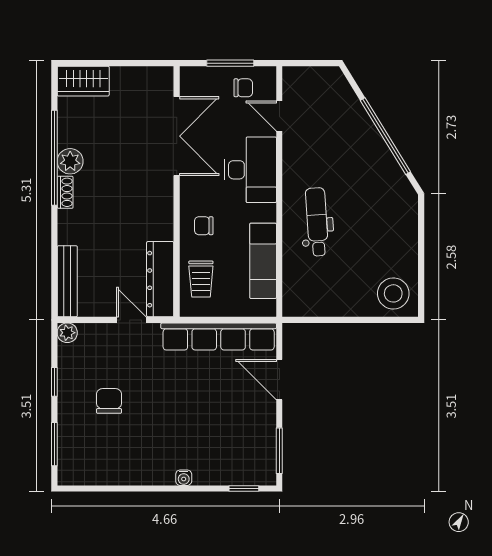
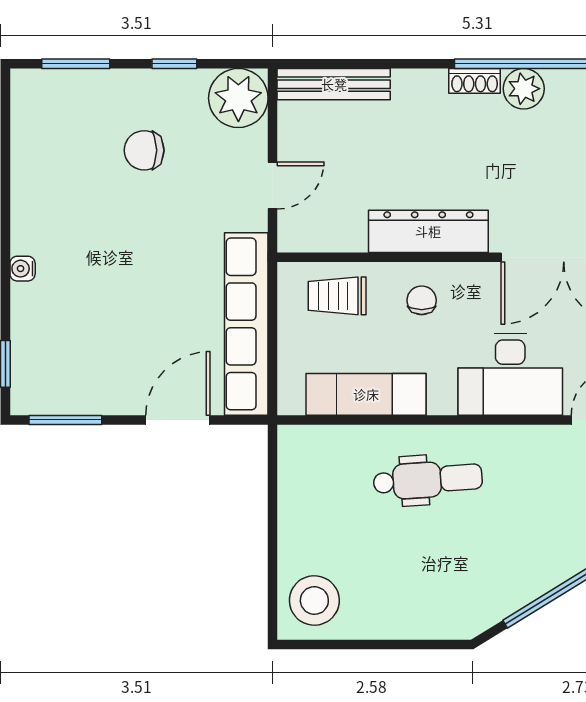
dresser: (160, 279) -> (428, 231), moved
plant: (67, 333) -> (238, 98), width x1.87, depth x1.87
chair: (109, 401) -> (144, 150), turned 180

